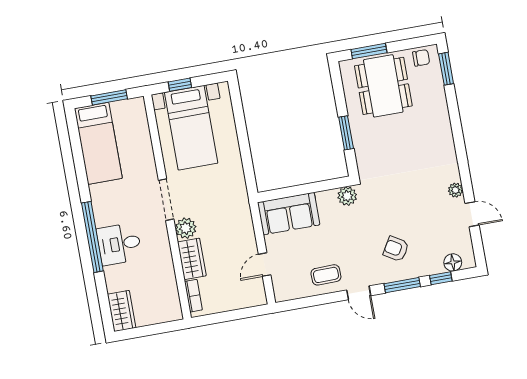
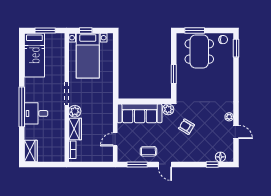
sofa: (289, 214) -> (140, 113), width x1.36
armchair: (396, 249) -> (186, 127), moved
window: (402, 285) -> (137, 165), moved

